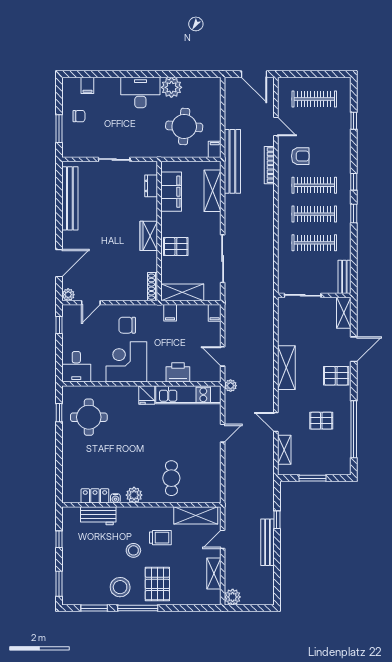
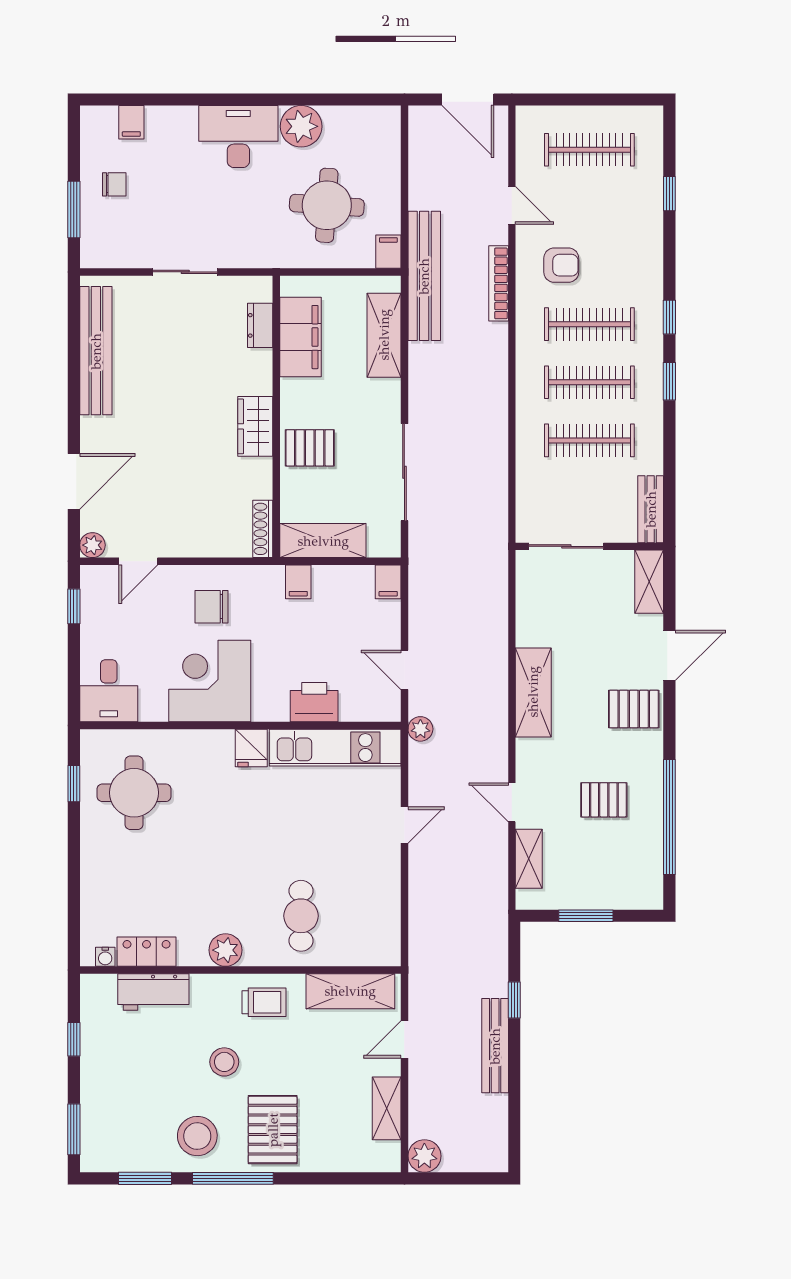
water cooler: (115, 498) -> (105, 957), moved
trolley: (160, 538) -> (264, 1002), moved

